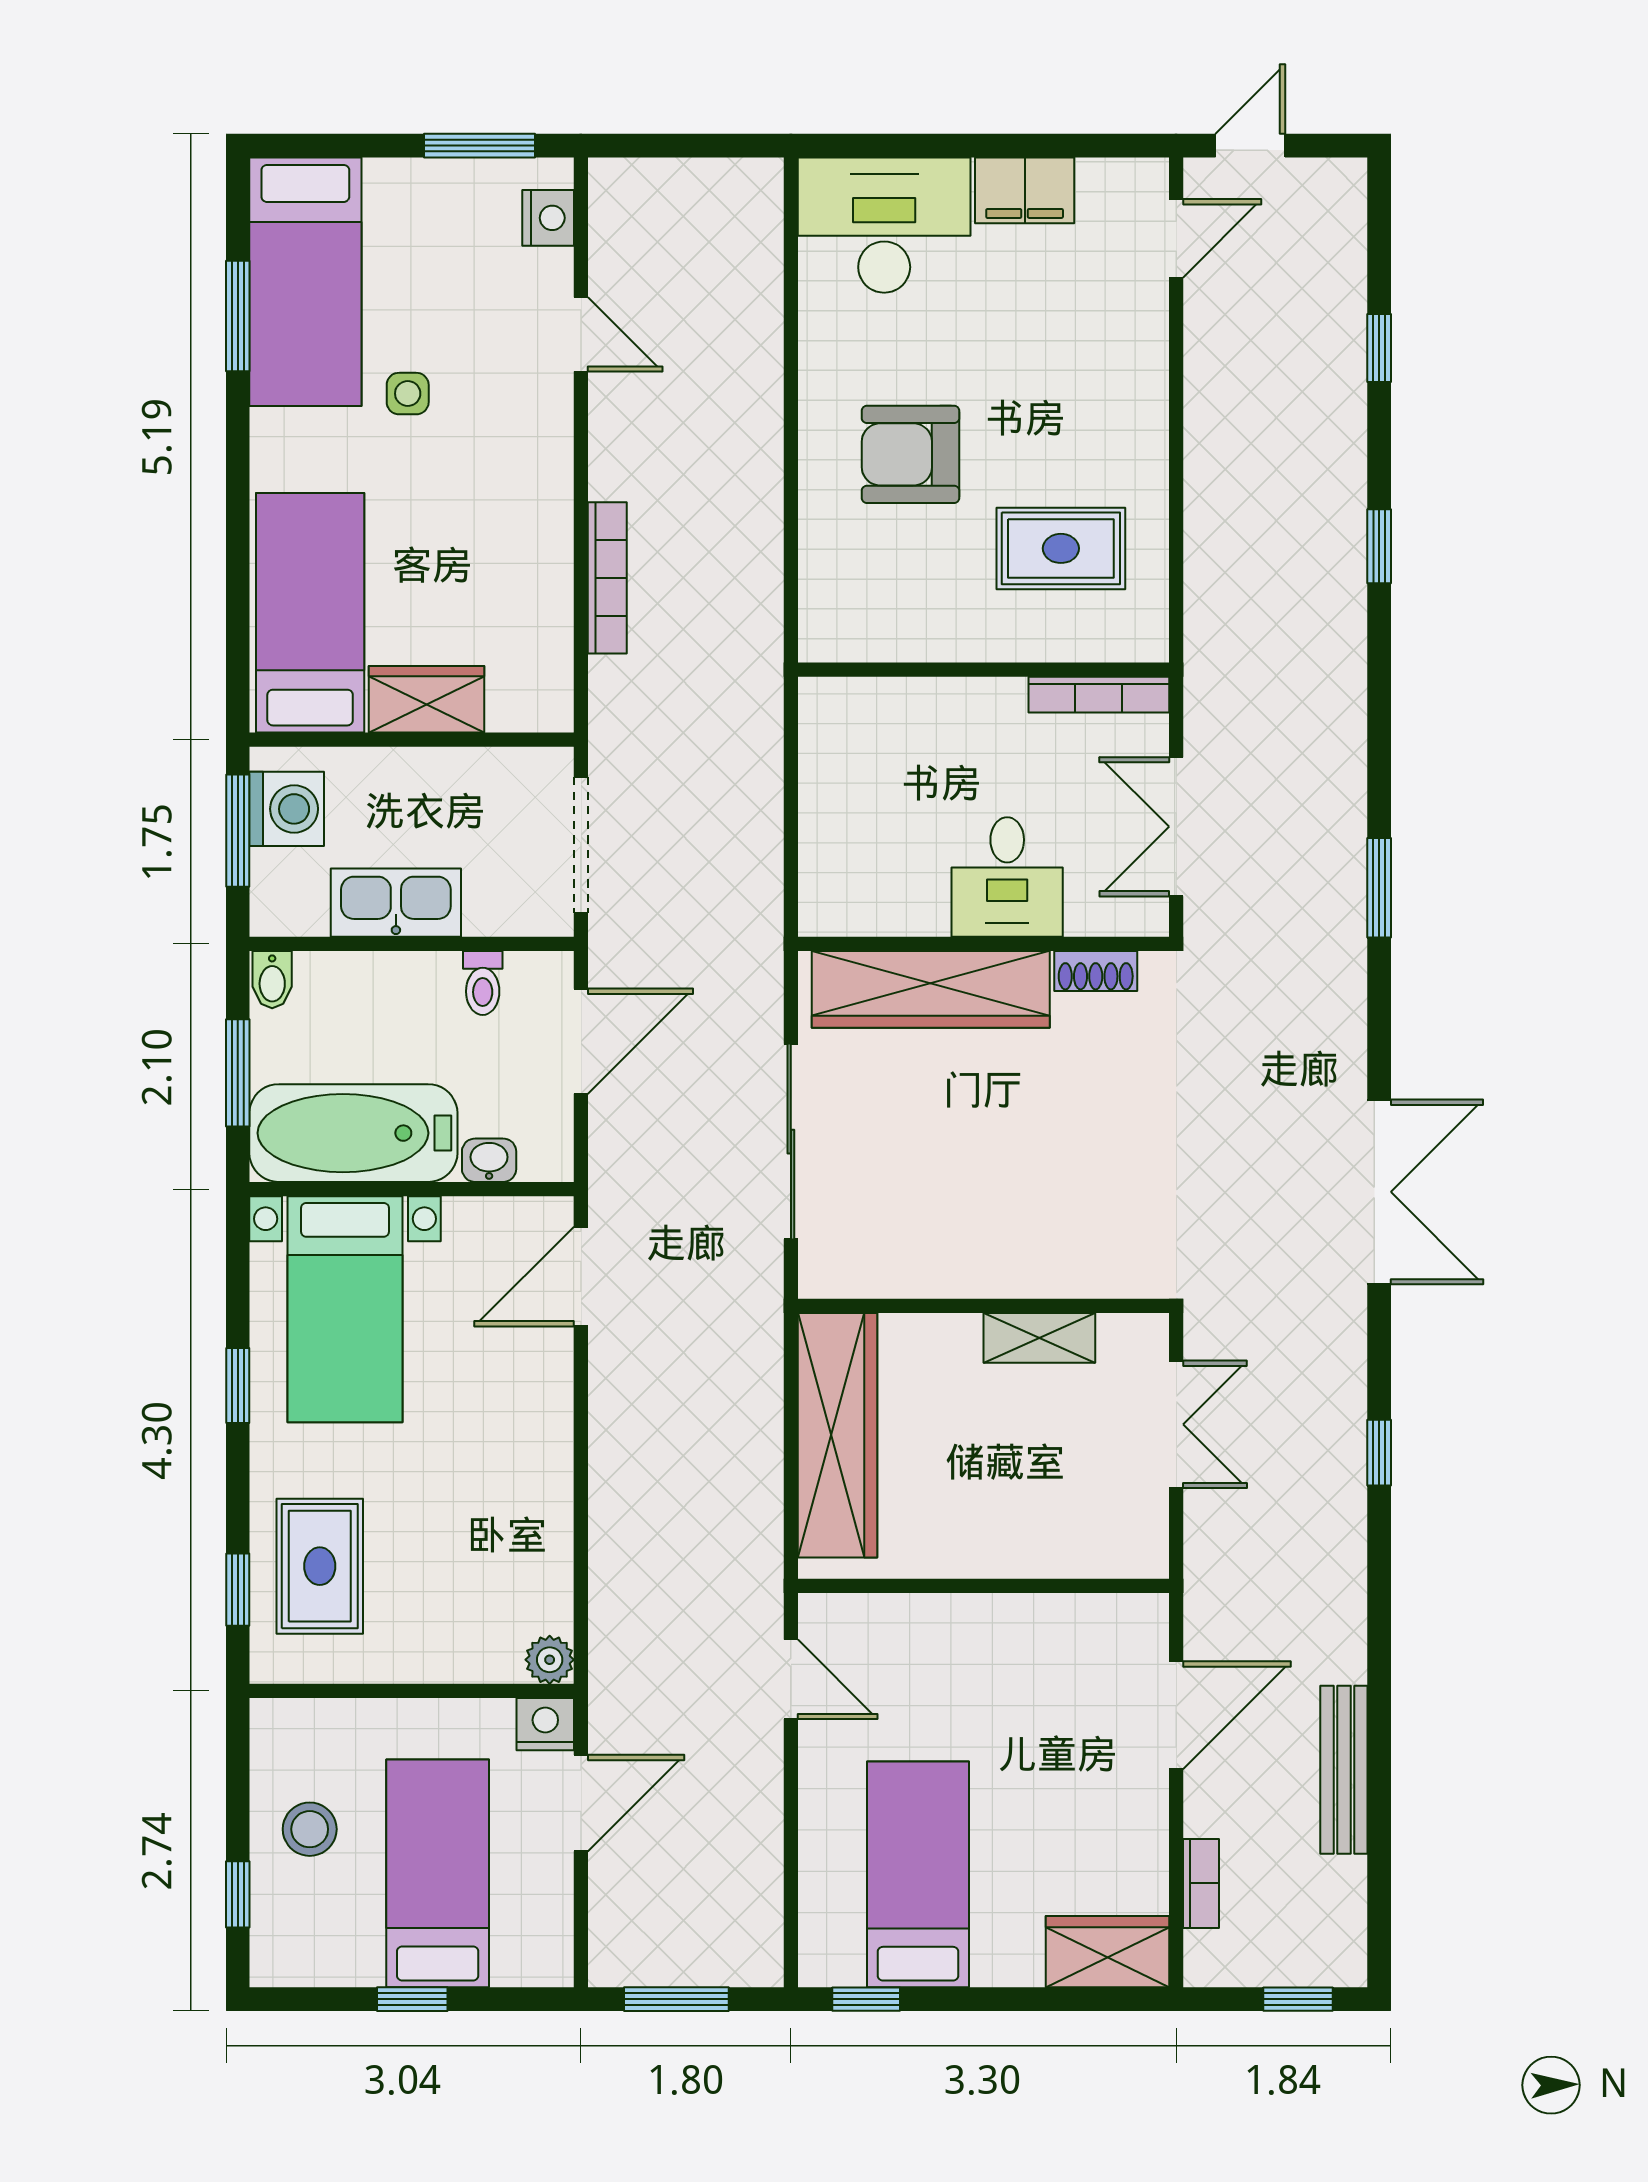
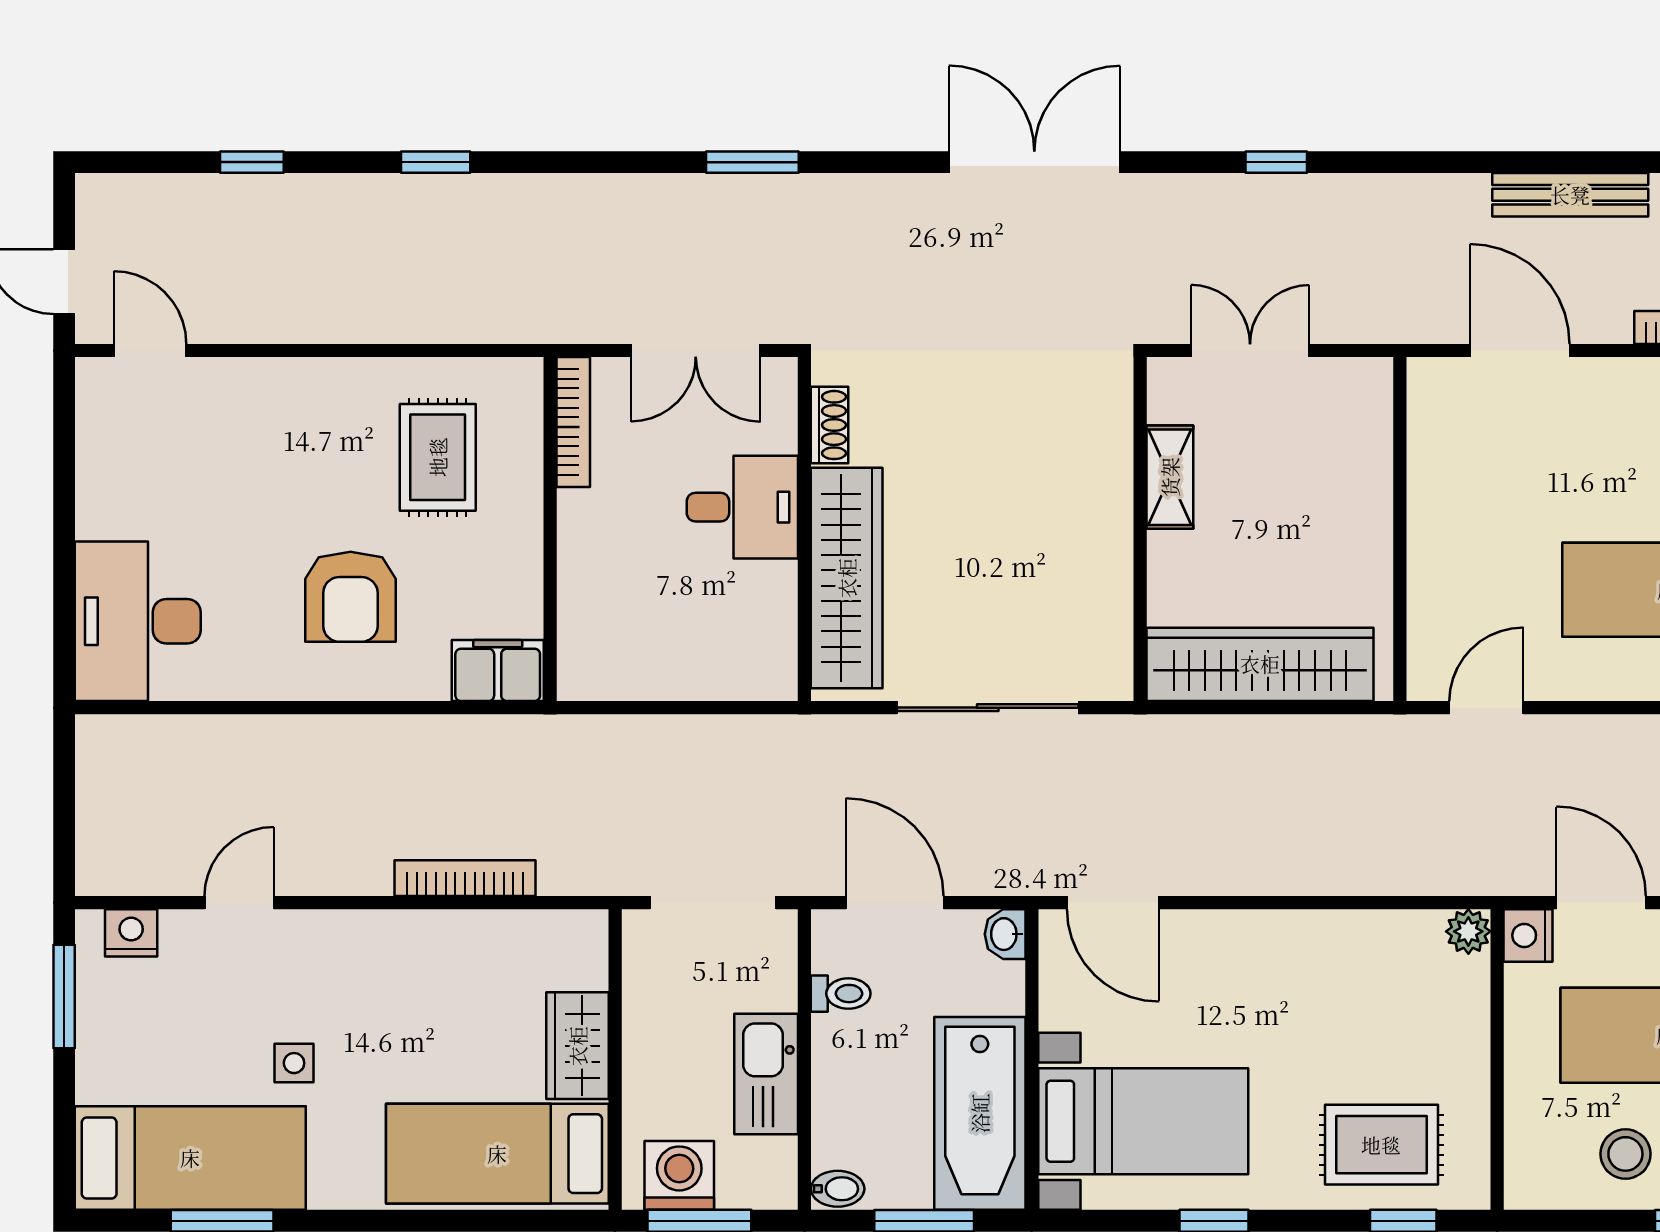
filing cabinet: (1025, 190) -> (498, 671), moved, turned -90
washbasin: (489, 1160) -> (1005, 934), moved

